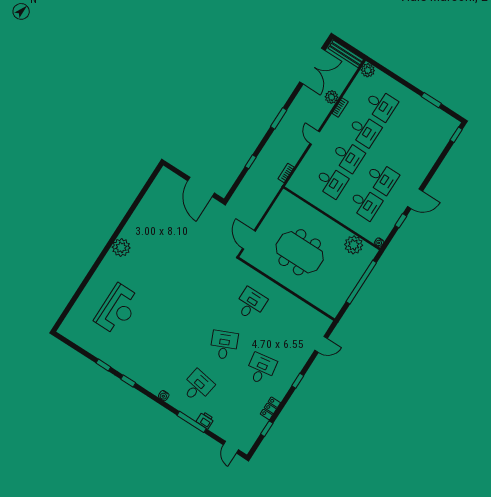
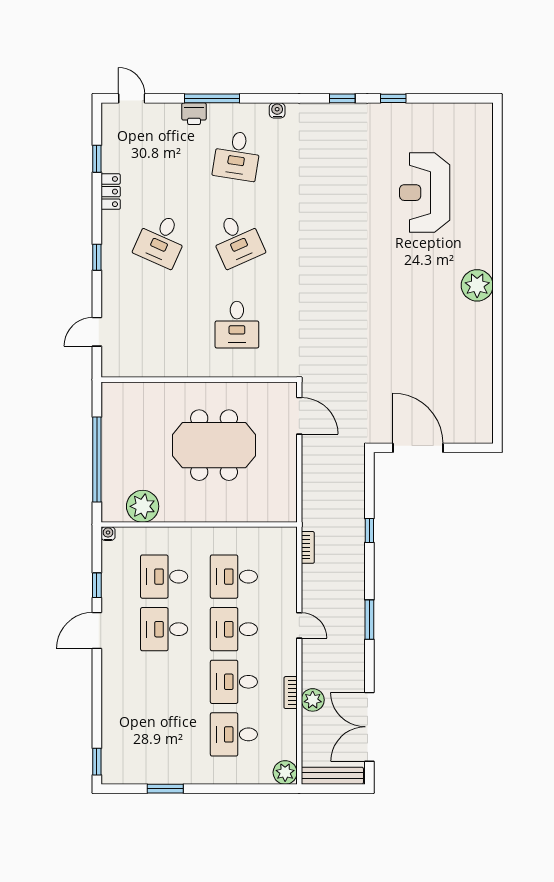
desk: (261, 369) -> (161, 240), turned 33

